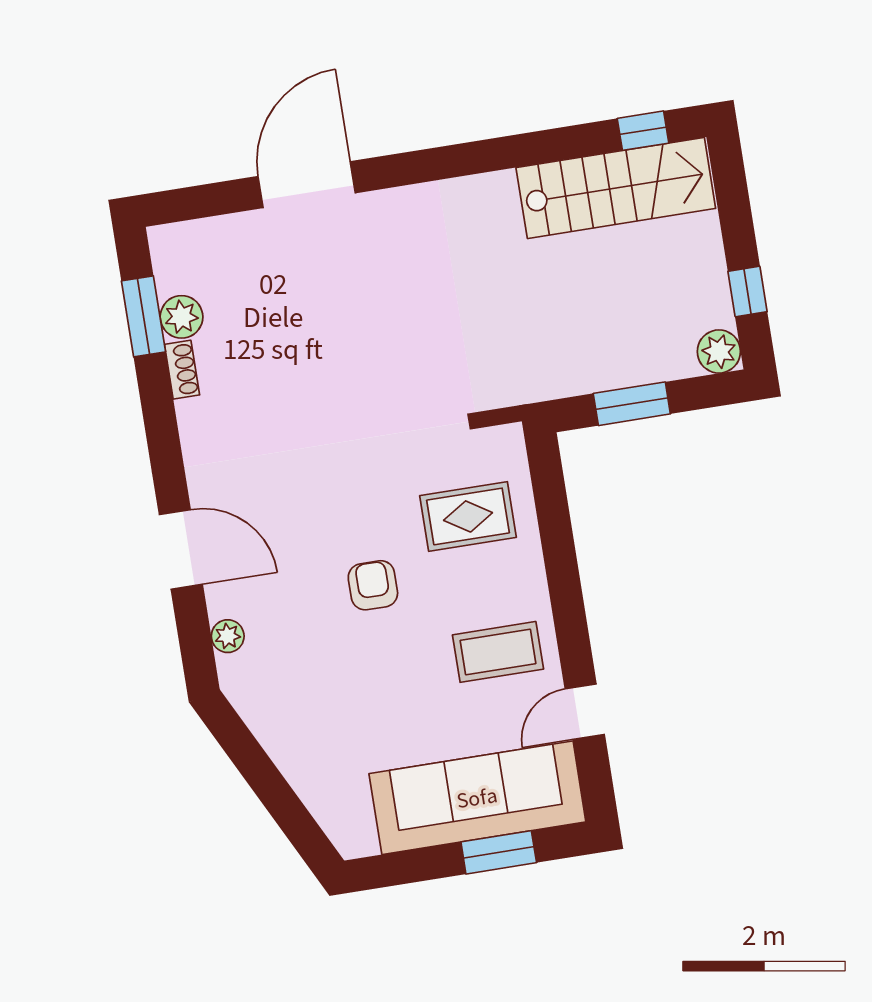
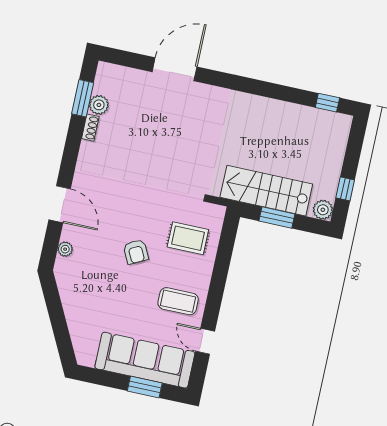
stairs: (616, 188) -> (266, 191), moved, turned 180
armchair: (373, 585) -> (136, 252), turned 153
door: (585, 712) -> (205, 341), hinge flipped

